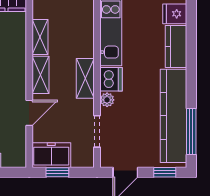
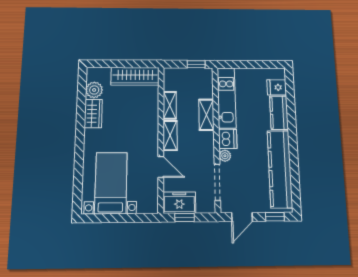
shelving: (85, 78) -> (206, 115), moved
door: (29, 113) -> (161, 167), hinge flipped
doorway: (97, 131) -> (217, 182), width x1.38
window: (191, 132) -> (295, 182), removed

